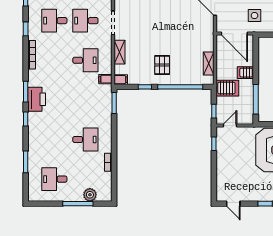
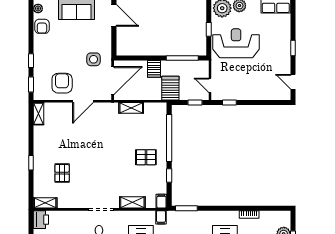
shelving: (209, 64) -> (131, 108), moved
door: (233, 204) -> (293, 82), swing flipped

